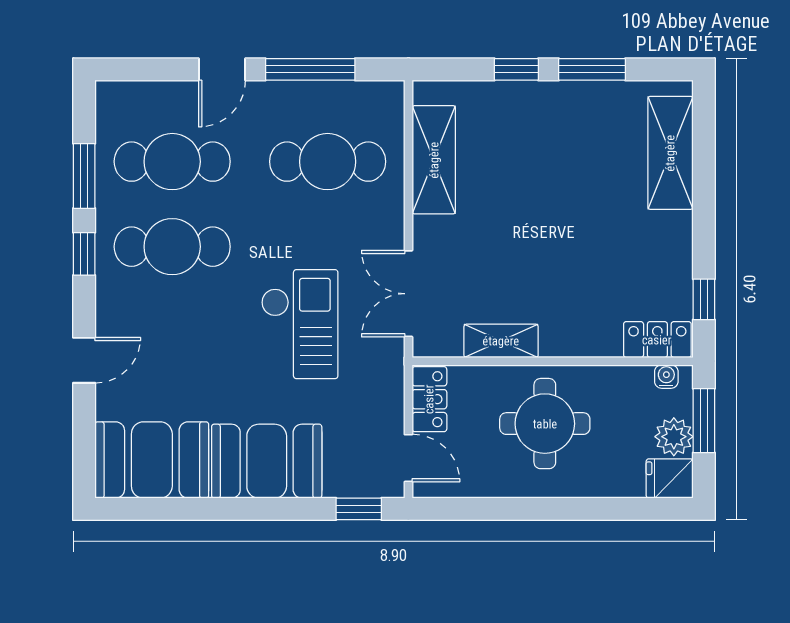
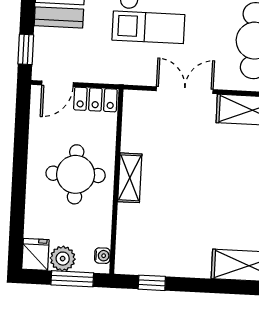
double door: (408, 294) -> (185, 90), moved
locker: (657, 340) -> (127, 251), removed
shelving: (501, 341) -> (130, 178), moved

